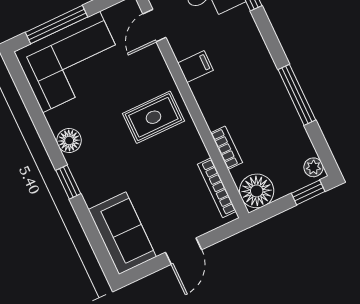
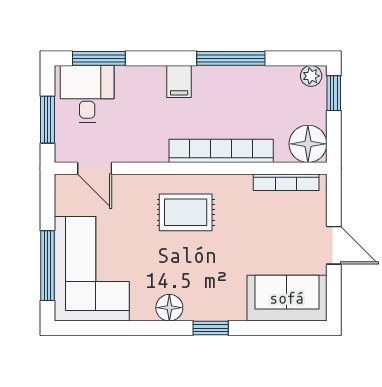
filing cabinet: (195, 67) -> (179, 82), moved, turned 180
rug: (153, 117) -> (186, 212), turned 90
bookcase: (227, 148) -> (221, 151), width x2.31, depth x1.31

